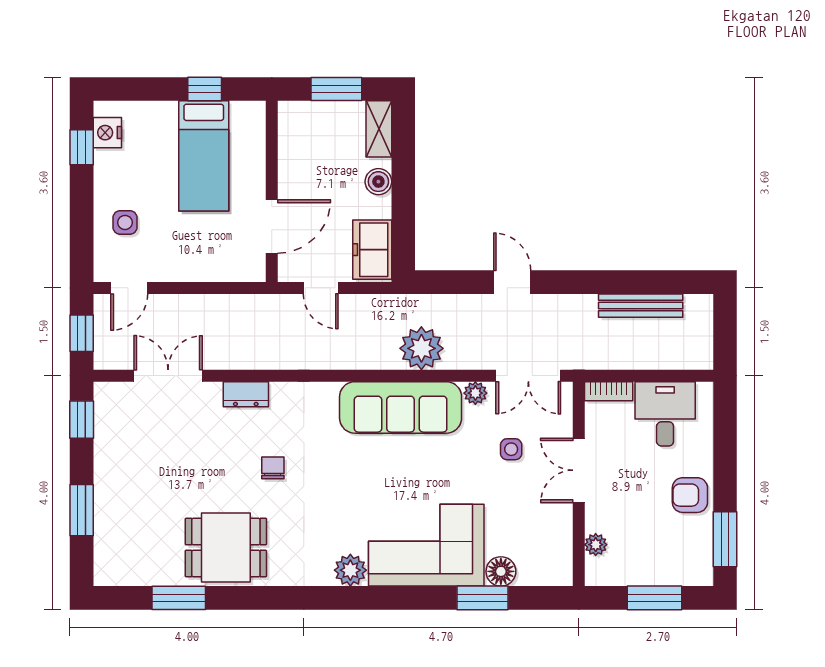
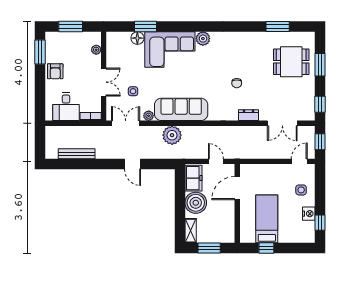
nightstand: (107, 133) -> (309, 214), moved
boiler: (378, 182) -> (196, 203), width x1.86, depth x1.86
armchair: (690, 495) -> (55, 71), turned 90
dining table: (226, 548) -> (291, 62), moved

